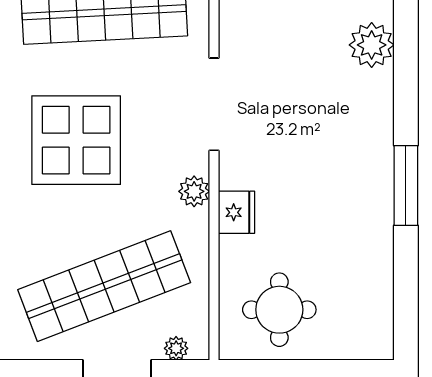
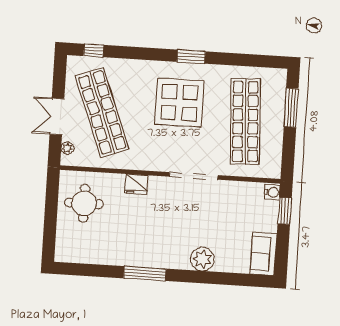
plant: (372, 45) -> (202, 259), moved
plant: (194, 191) -> (149, 163), removed

